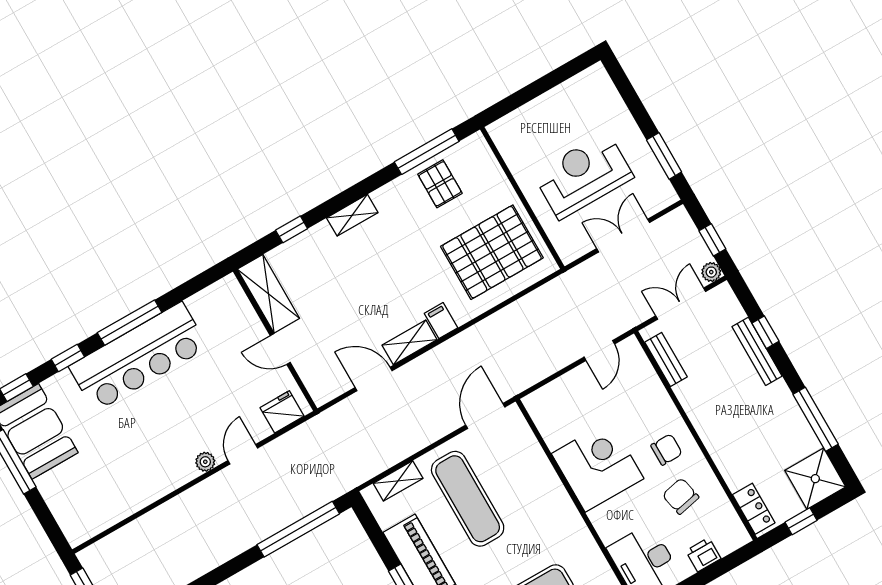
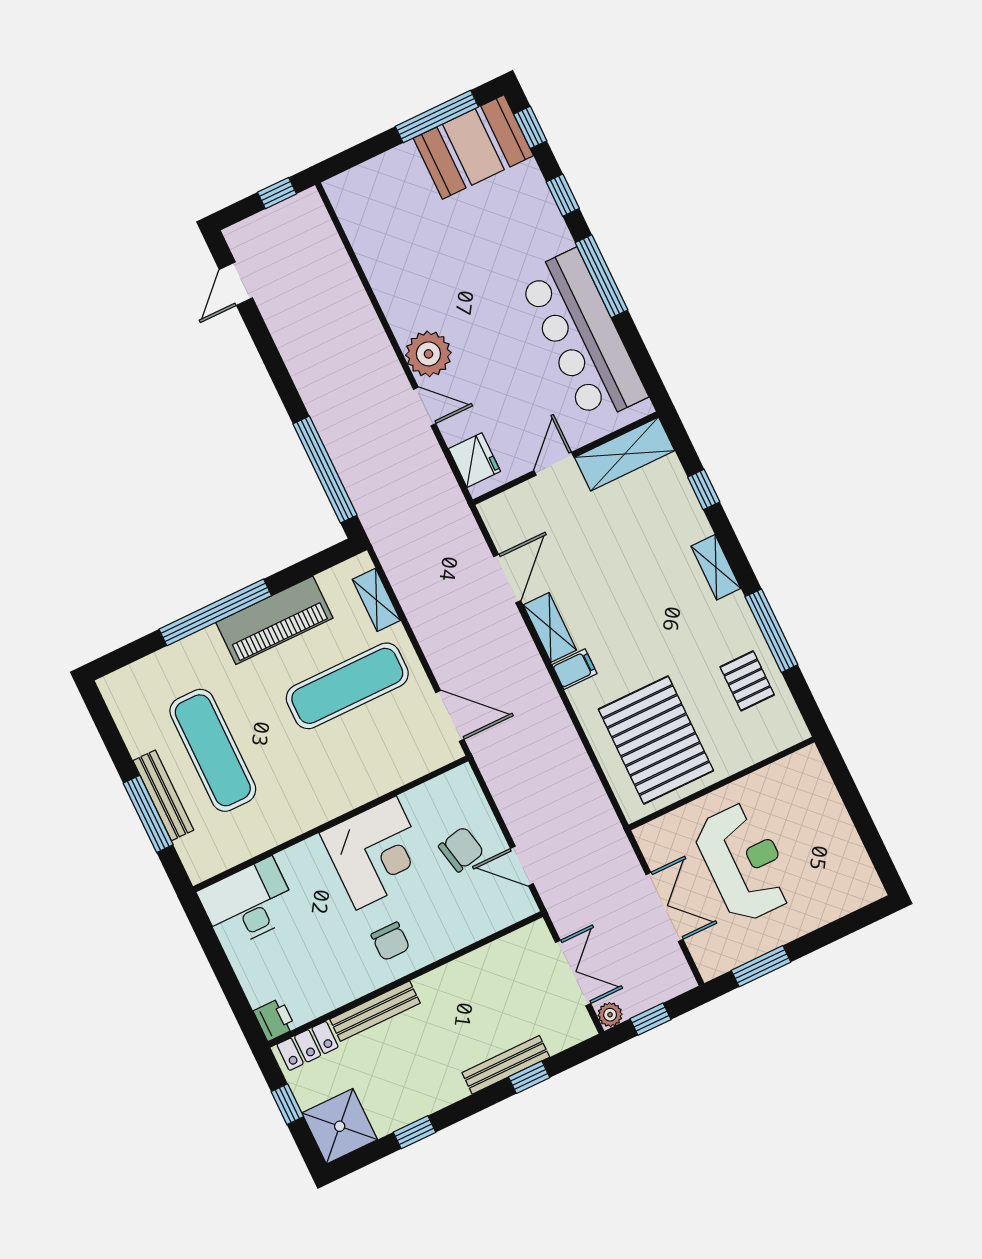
window: (427, 152) -> (771, 631), moved
pallet: (440, 184) -> (747, 681), turned 90
bar counter: (138, 357) -> (582, 336), moved
bench: (666, 360) -> (375, 1011), moved, width x1.36
window: (816, 419) -> (414, 1132), width x0.46
plant: (205, 462) -> (428, 354), width x1.88, depth x1.88
chair: (681, 496) -> (461, 849), moved
printer: (703, 555) -> (274, 1020), moved

